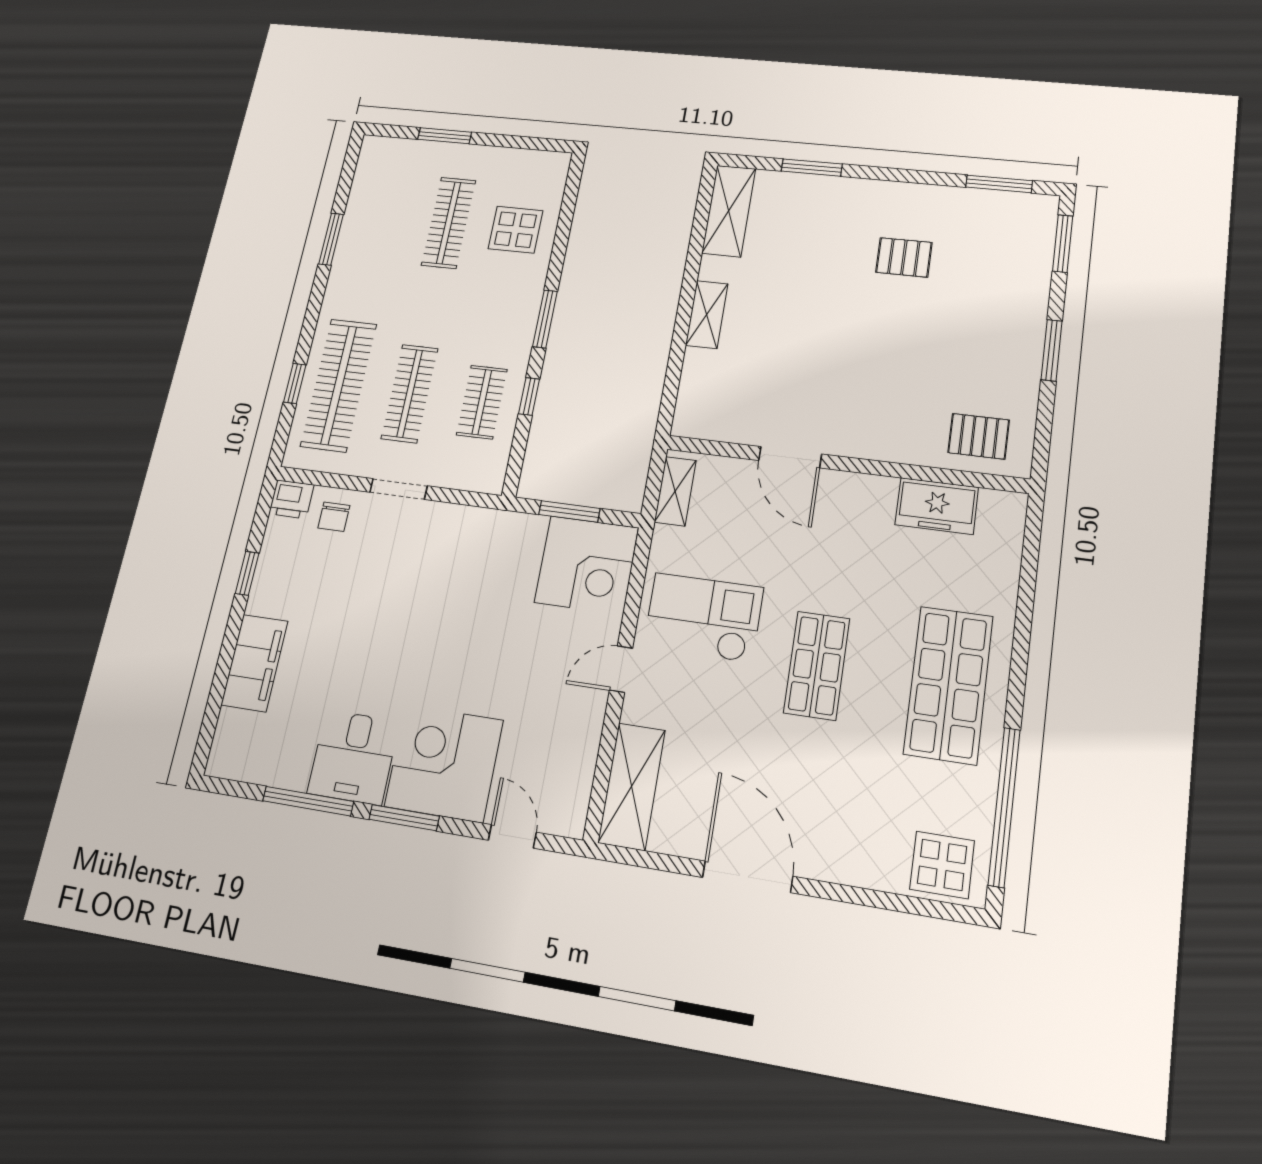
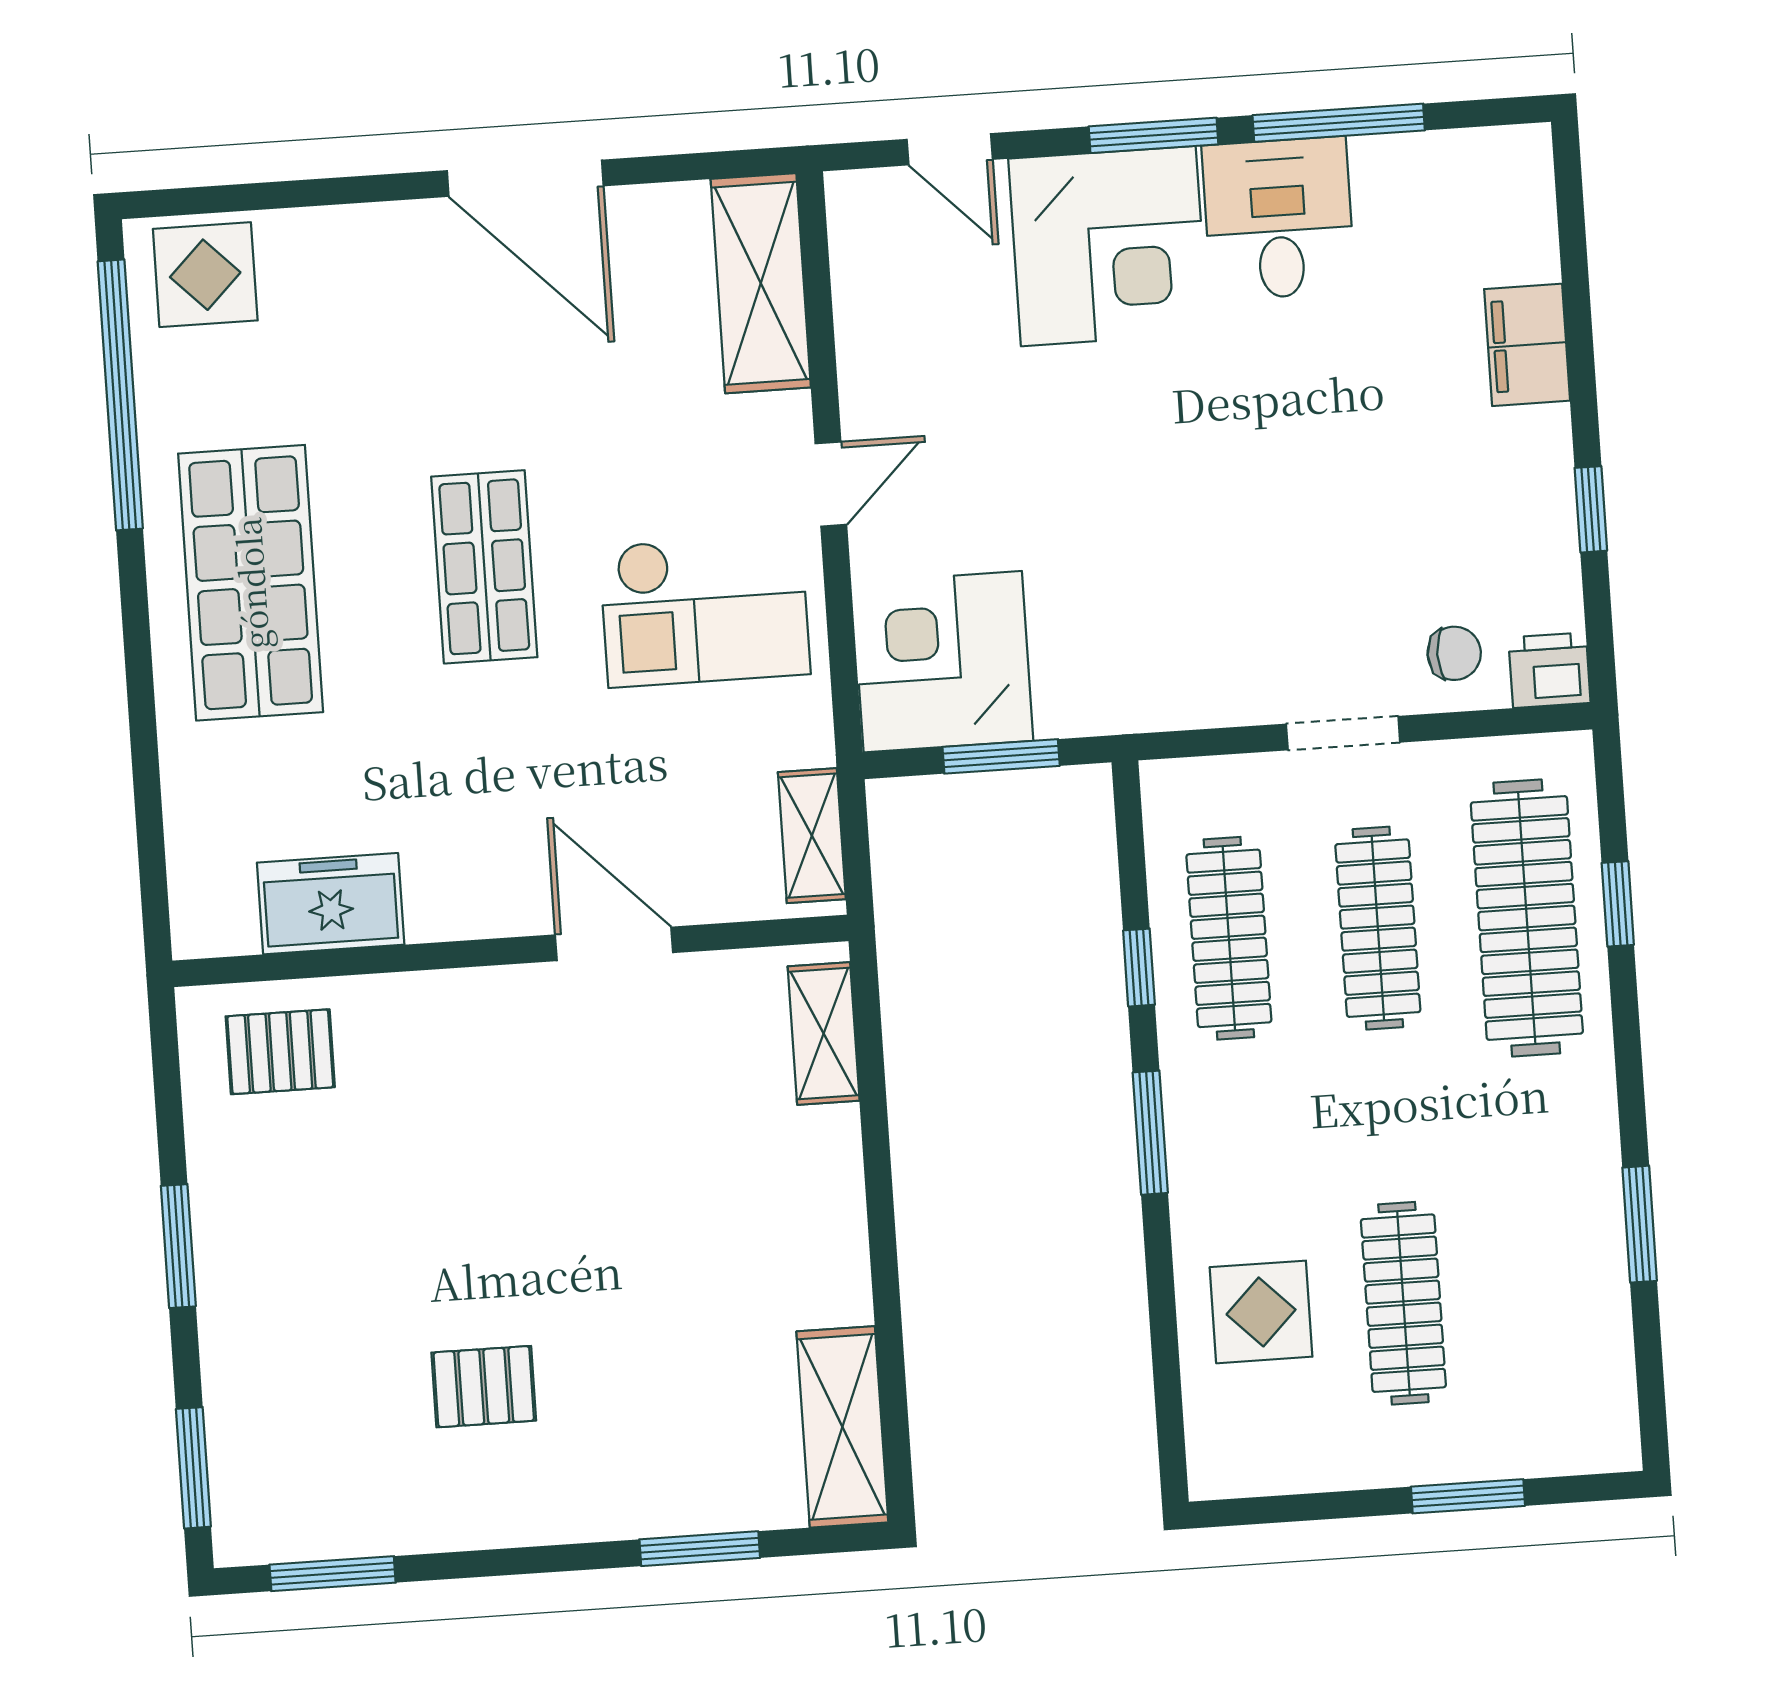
shelving: (707, 315) -> (824, 1033), moved
clothes rail: (482, 402) -> (1229, 938), width x1.36
chair: (334, 517) -> (1454, 653), turned 90
filing cabinet: (254, 663) -> (1527, 345), width x0.67, depth x0.86

